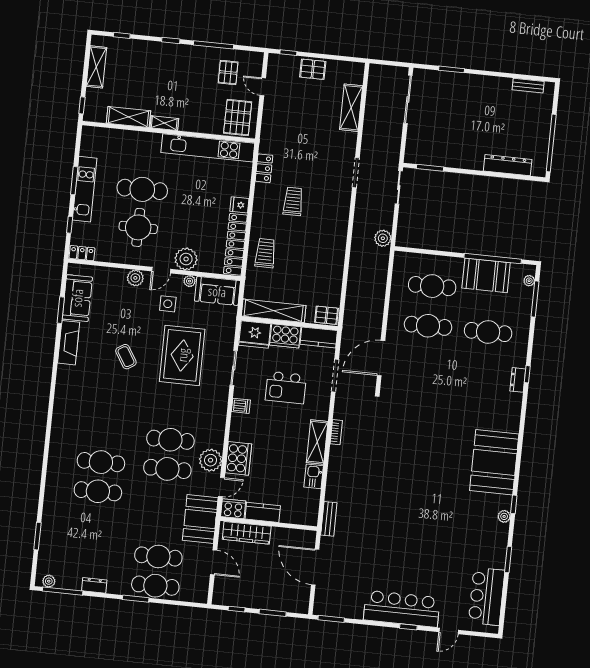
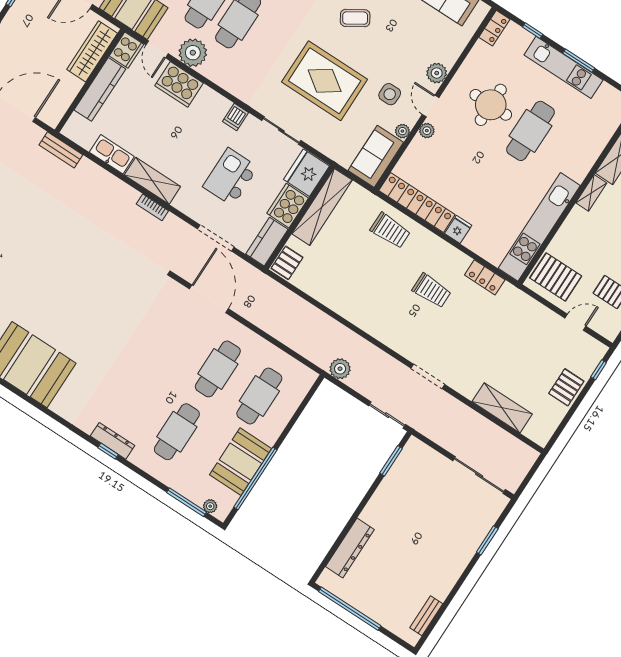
plant: (186, 259) -> (427, 131), width x0.53, depth x0.53
dresser: (518, 380) -> (113, 441), width x1.44
kitchen sink: (314, 476) -> (112, 154), width x1.38
kitchen counter: (263, 512) -> (100, 89), width x1.50

